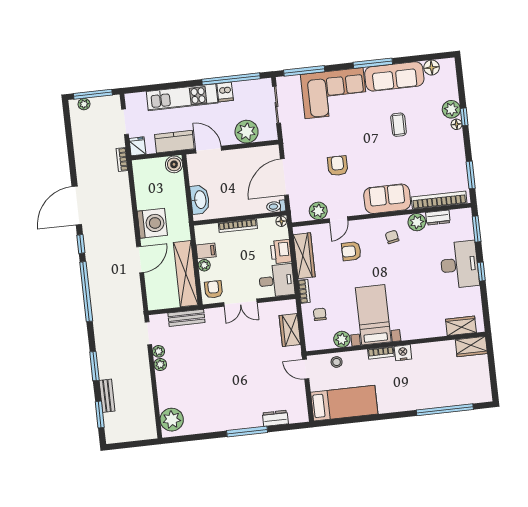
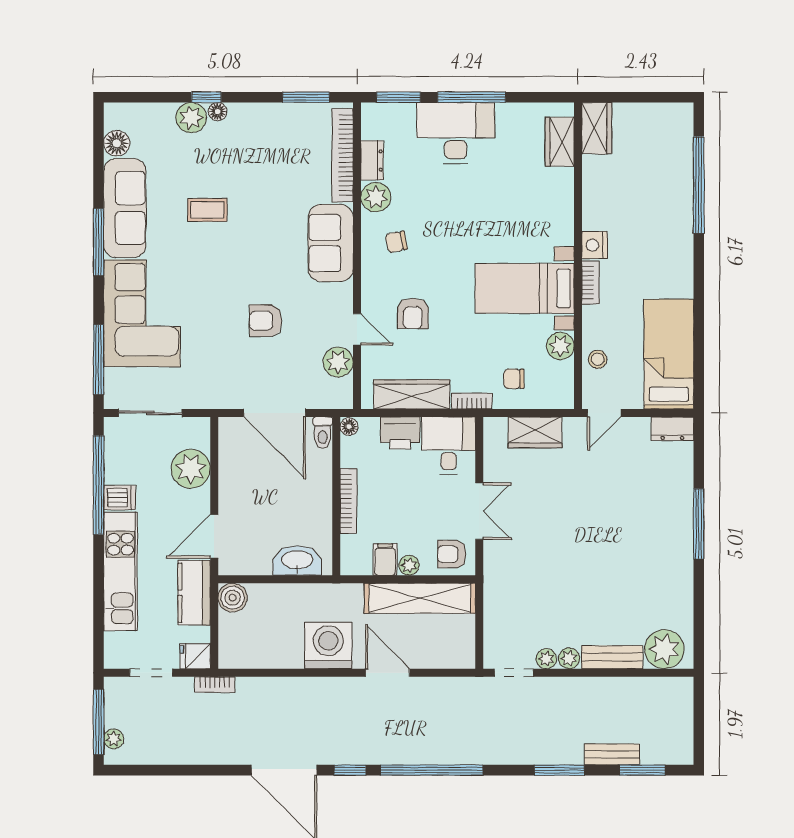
window: (481, 272) -> (472, 97), width x2.17
bench: (186, 318) -> (612, 657), moved, turned 90
dresser: (275, 418) -> (672, 429), moved, turned -90

